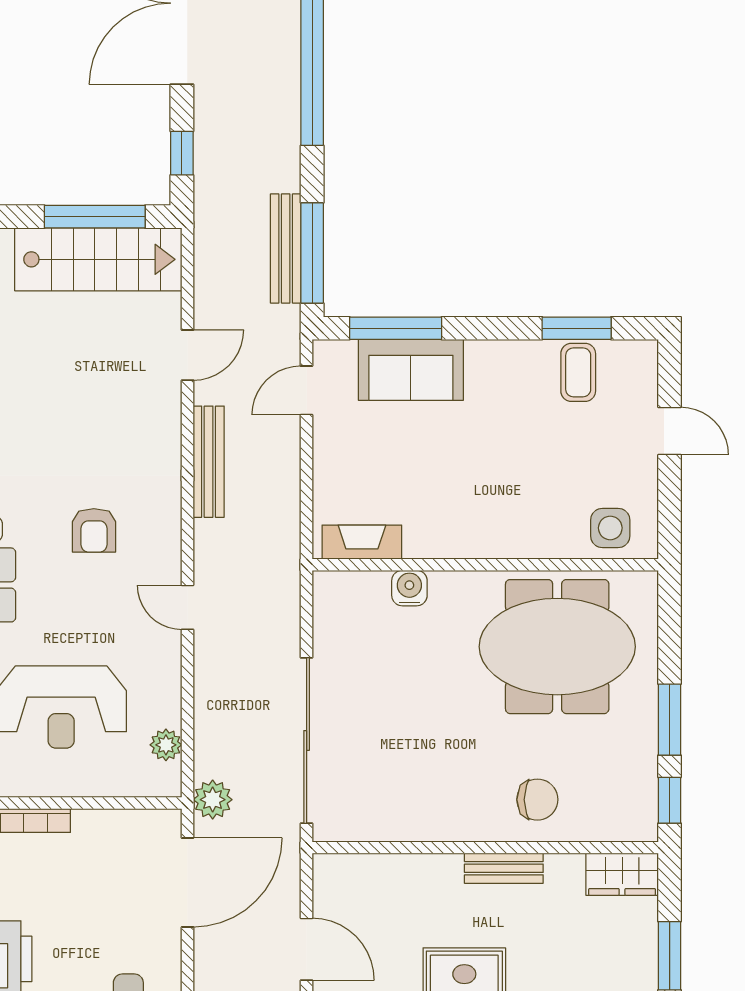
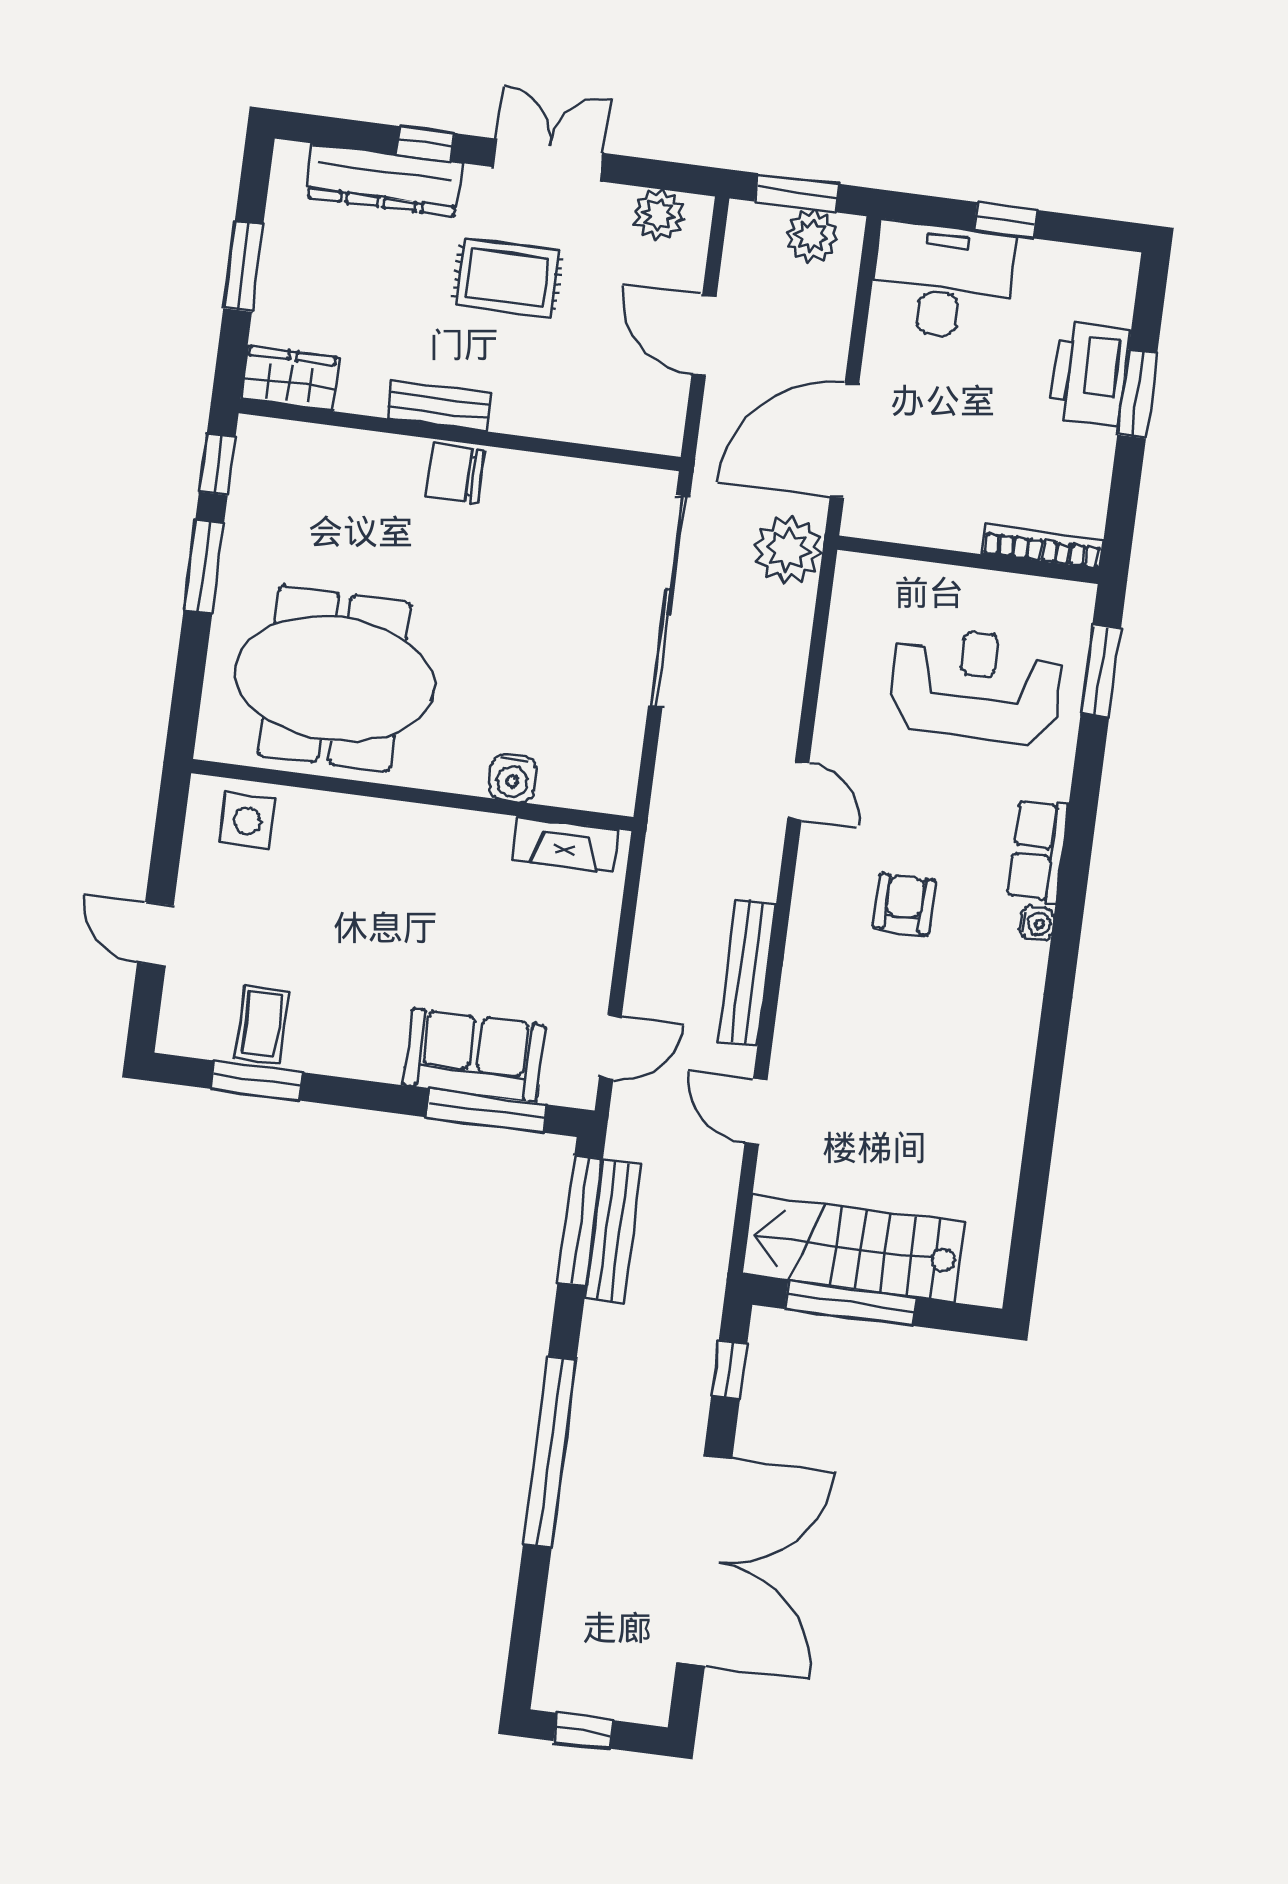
door: (187, 355) -> (756, 1112), hinge flipped
plant: (166, 745) -> (849, 619), removed
plant: (213, 800) -> (788, 550), width x1.36, depth x1.36
chair: (537, 800) -> (455, 474), moved

